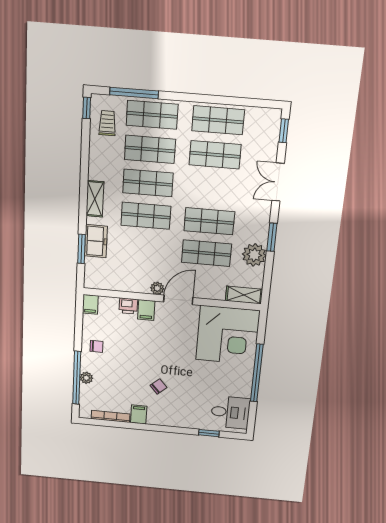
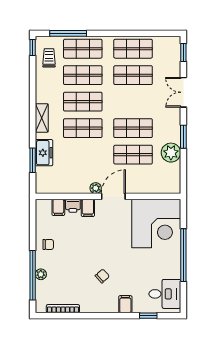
shelving: (244, 295) -> (166, 187), removed
filing cabinet: (90, 304) -> (58, 207), moved
filing cabinet: (139, 414) -> (125, 304), moved

